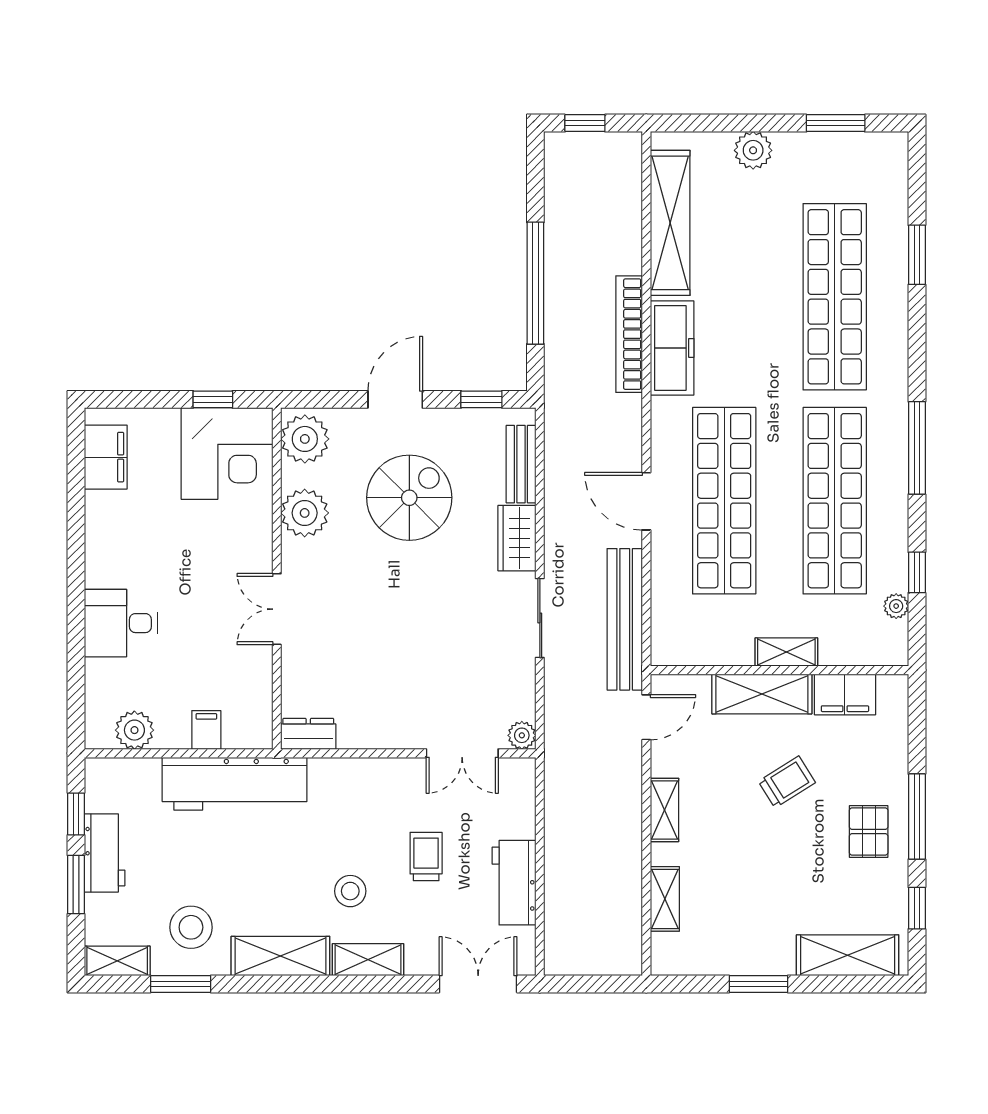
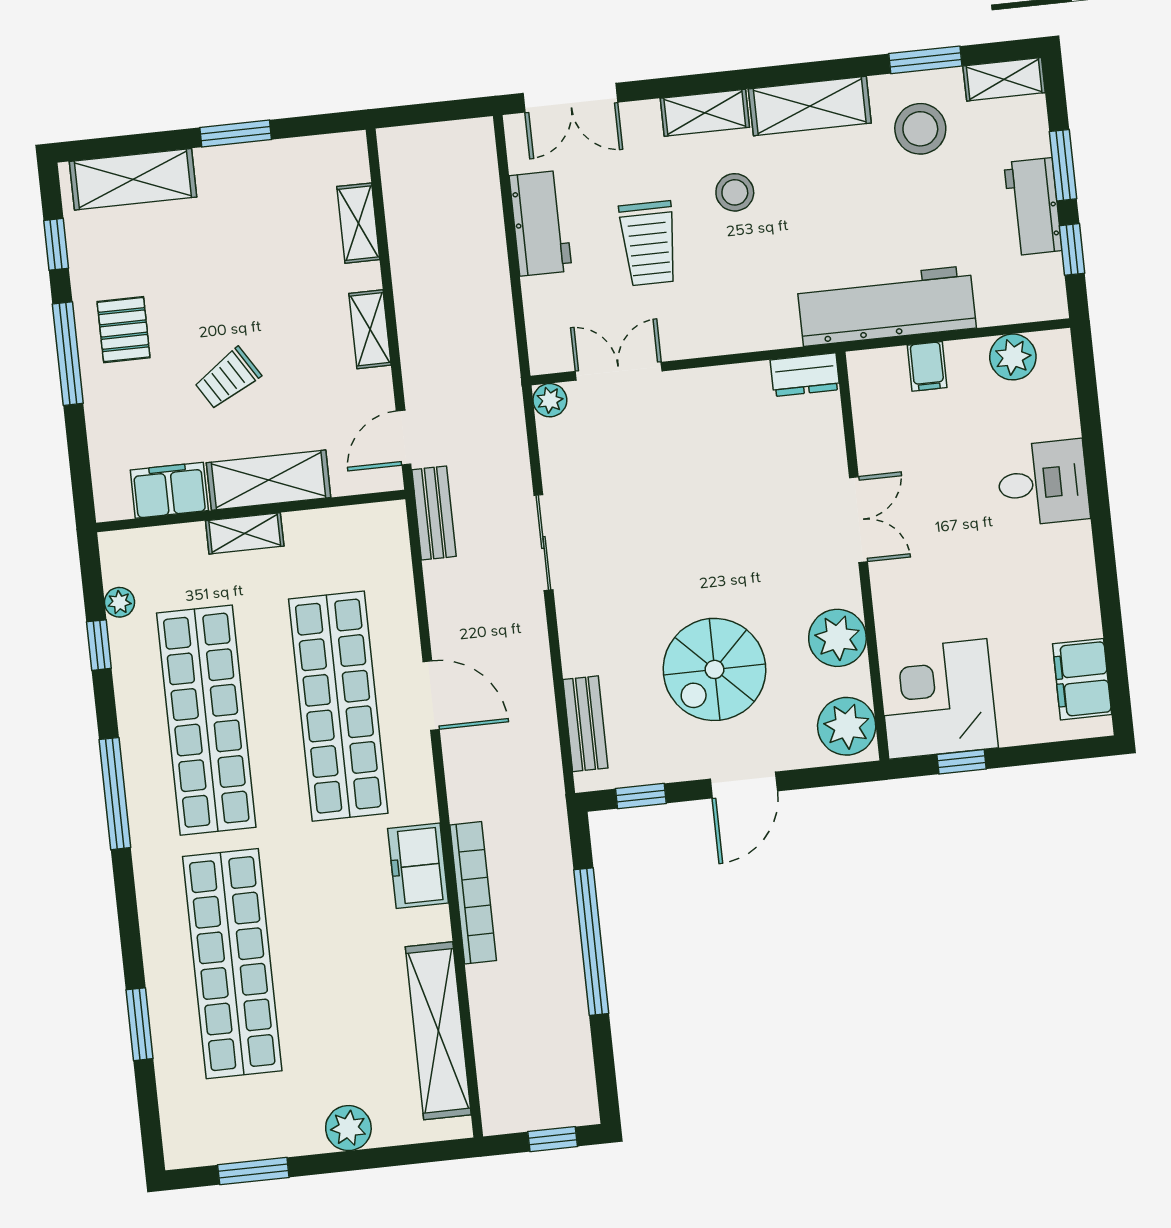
freezer: (672, 348) -> (418, 866), width x0.71
wardrobe: (517, 538) -> (581, 635), removed
bench: (625, 619) -> (434, 513), width x0.54, depth x0.82
trolley: (426, 856) -> (649, 243), width x1.36, depth x1.39

